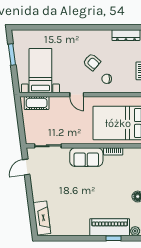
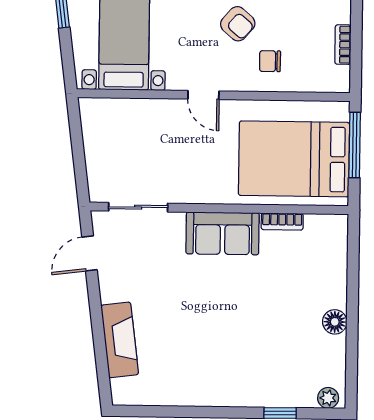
cot: (37, 103) -> (115, 112), removed
fireplace: (42, 218) -> (120, 340), moved
piano: (110, 227) -> (272, 389), removed

